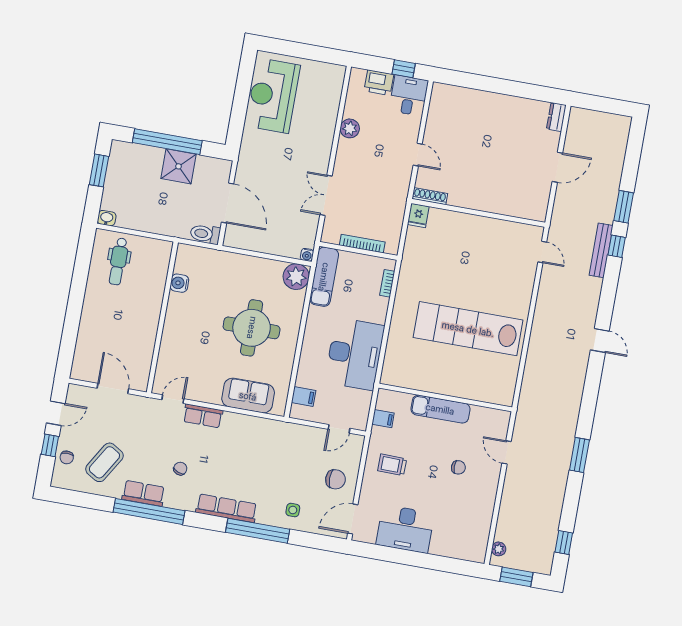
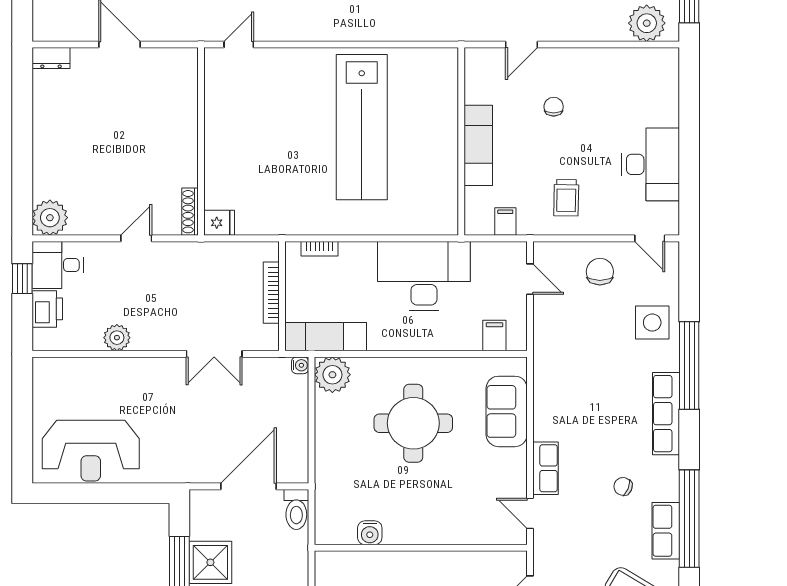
plant: (443, 96) -> (50, 218), added
side table: (293, 510) -> (652, 323), width x1.87, depth x1.87
door: (353, 519) -> (650, 238), width x0.73
plant: (499, 549) -> (647, 23), width x1.88, depth x1.88

